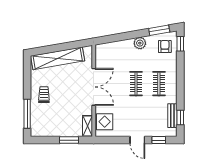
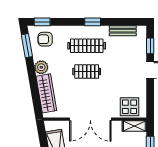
wardrobe: (117, 48) -> (46, 93), added
clothes rail: (159, 84) -> (87, 46), width x1.36
double door: (94, 87) -> (90, 119), swing flipped
window: (180, 117) -> (93, 22), moved

